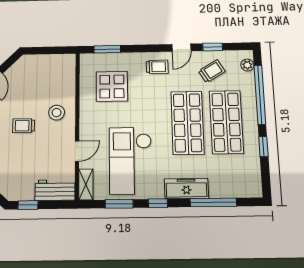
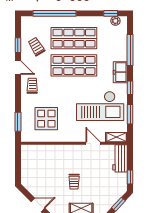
plant: (247, 65) -> (115, 21), moved
stool: (57, 113) -> (65, 158), removed
window: (263, 147) -> (111, 13), moved
freezer: (186, 188) -> (120, 72), width x0.71

